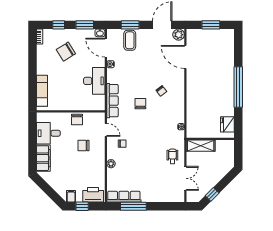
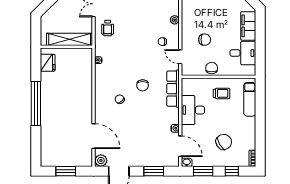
coffee table: (130, 40) -> (154, 154), removed
trolley: (68, 96) -> (221, 93), added
shelving: (201, 146) -> (70, 39), width x1.47

